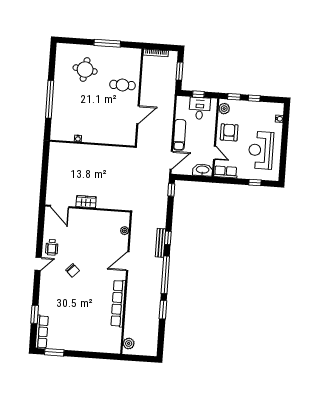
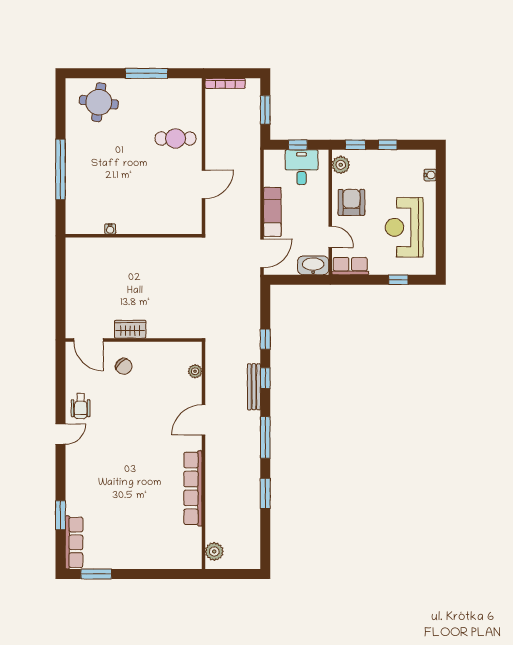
round table: (85, 70) -> (99, 102), moved
window: (171, 190) -> (265, 339), moved
chair: (73, 270) -> (124, 366), moved
window: (165, 275) -> (265, 437), width x0.68

